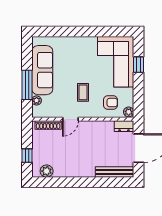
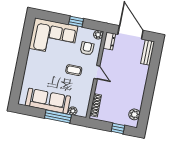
window: (139, 65) -> (76, 21), moved
door: (70, 119) -> (97, 72), moved
bench: (114, 172) -> (148, 53), width x0.73

